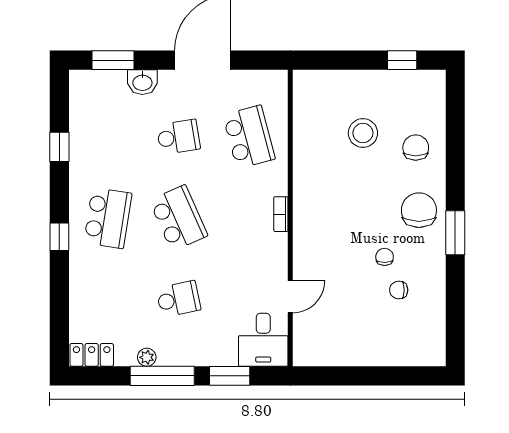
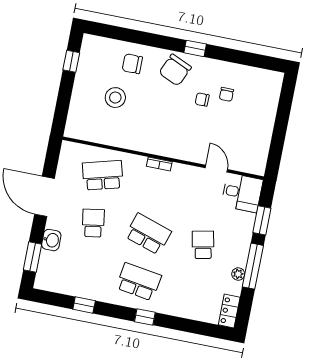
chair: (419, 210) -> (175, 70), turned -66
school desk: (178, 218) -> (148, 234), turned 42
window: (455, 233) -> (195, 48), width x0.67

